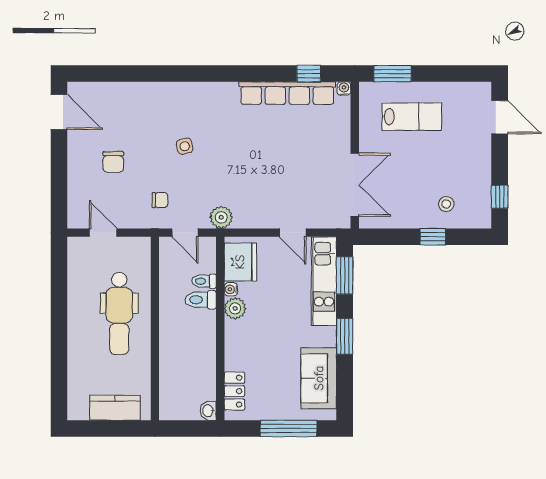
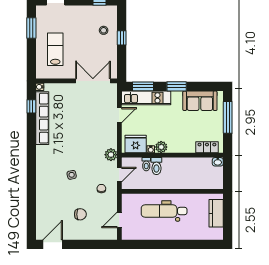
window: (393, 74) -> (31, 28), moved
dental chair: (119, 313) -> (164, 211), turned 180

